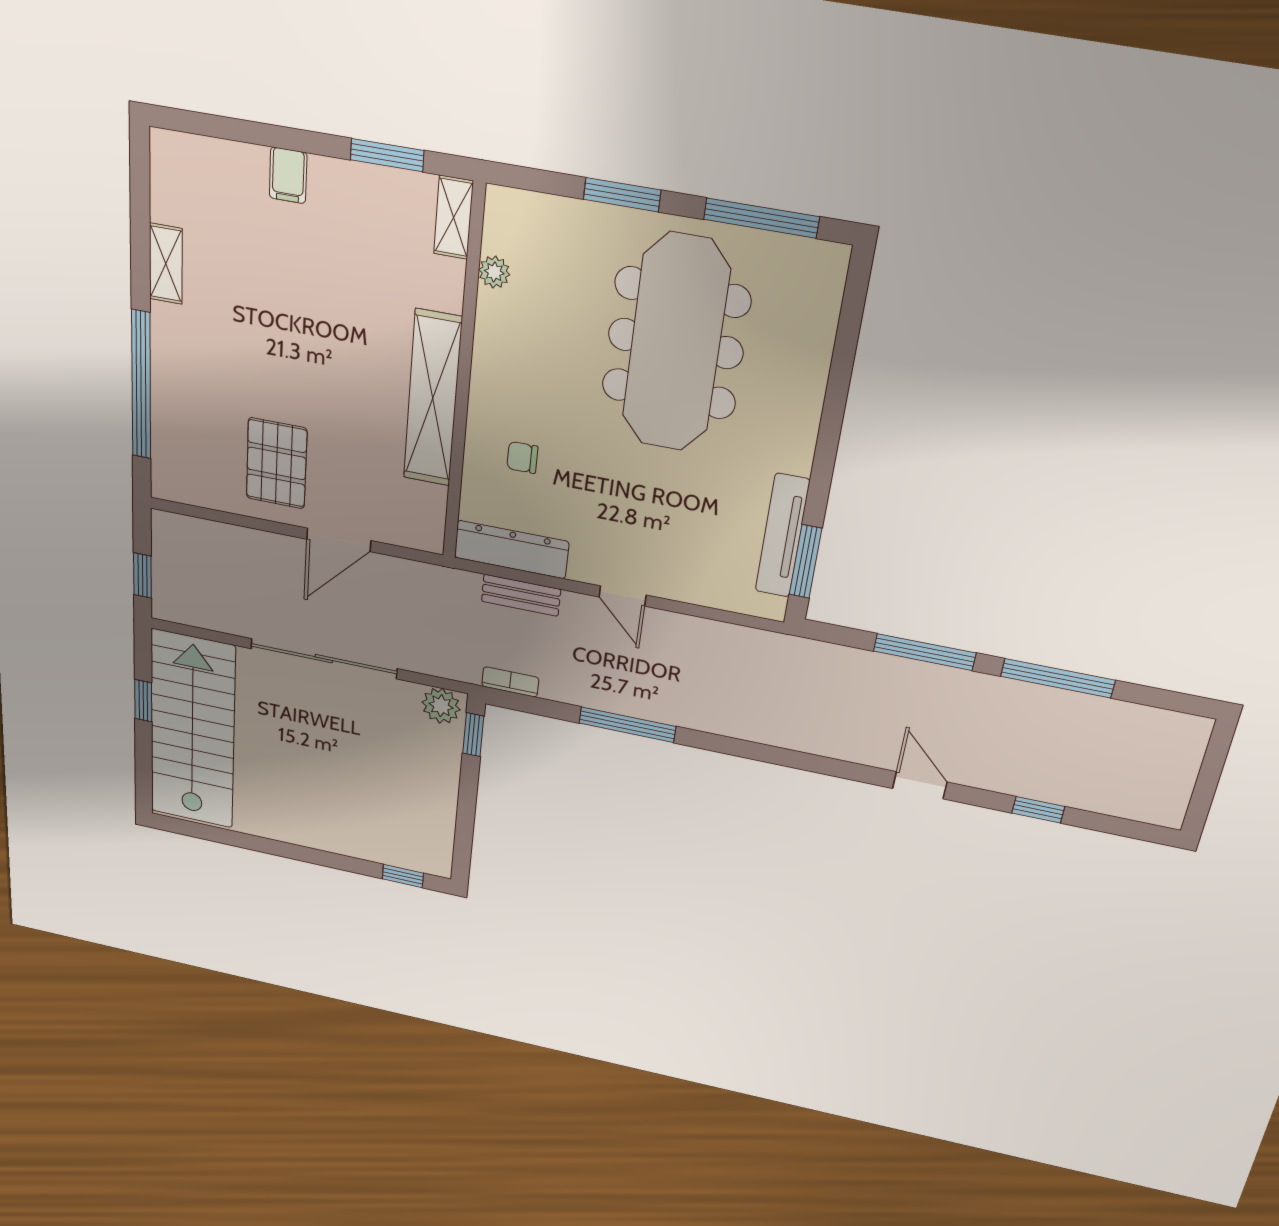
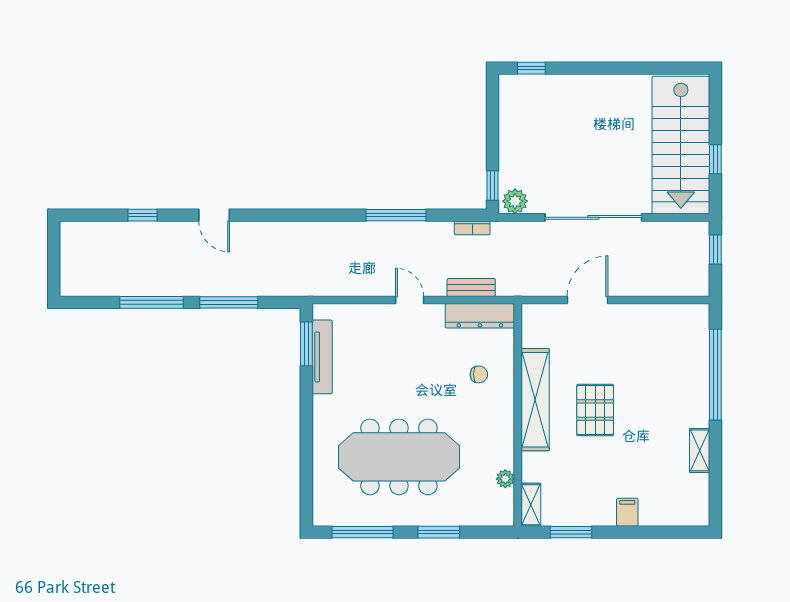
meeting table: (676, 344) -> (399, 457), turned 90
pallet: (277, 463) -> (595, 410), moved

